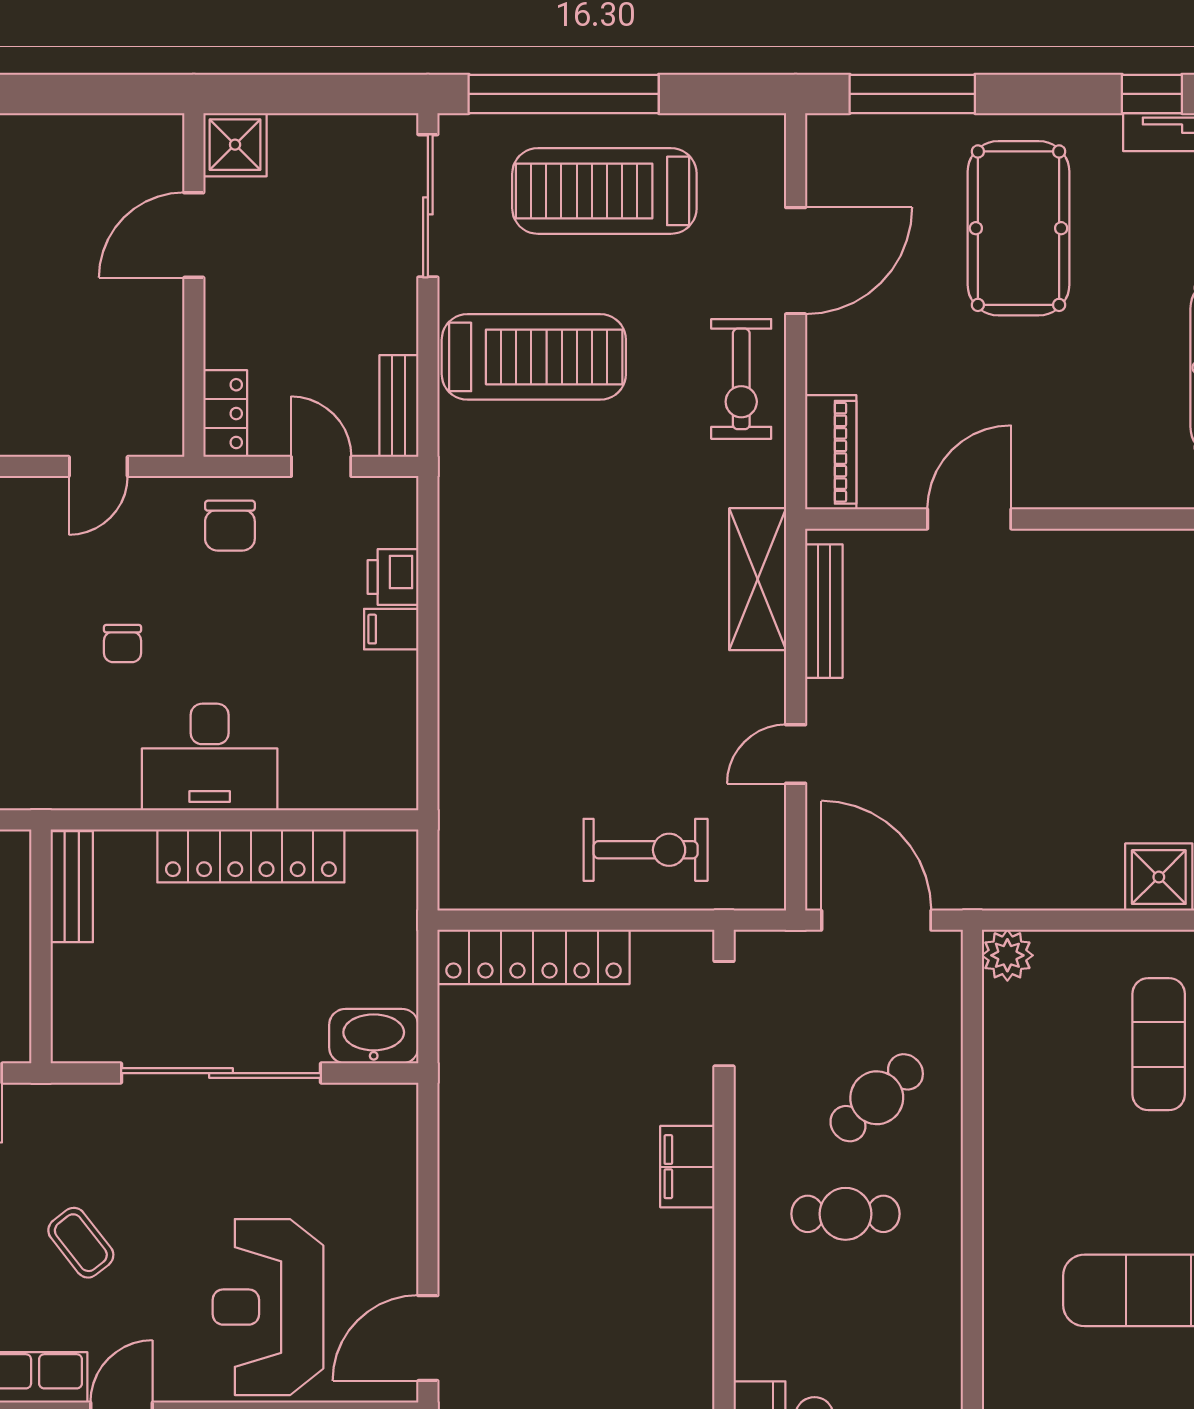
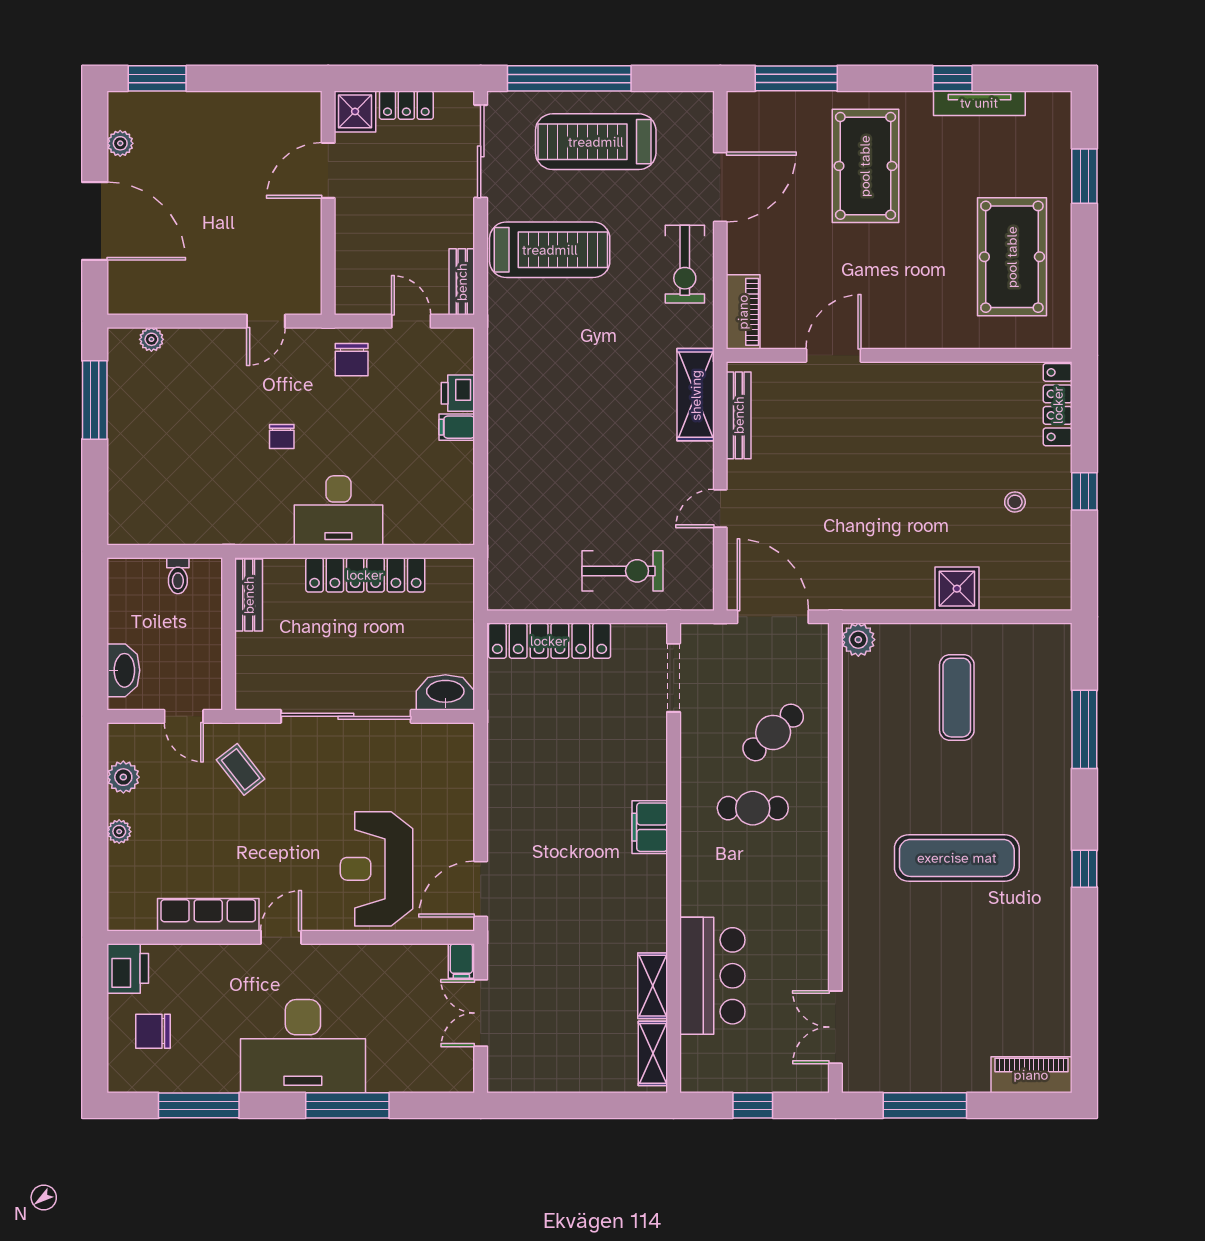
locker: (225, 414) -> (406, 105), moved, turned 90
filing cabinet: (687, 1167) -> (650, 827), moved
coffee table: (81, 1243) -> (241, 769), moved

